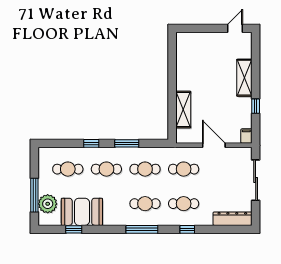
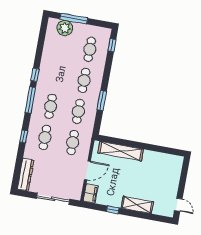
shelving: (183, 110) -> (121, 151), width x1.47
filing cabinet: (246, 136) -> (91, 193), width x2.00
window: (91, 143) -> (112, 45), moved
booth: (82, 212) -> (53, 54), removed
window: (74, 229) -> (35, 75), moved

